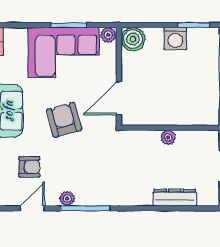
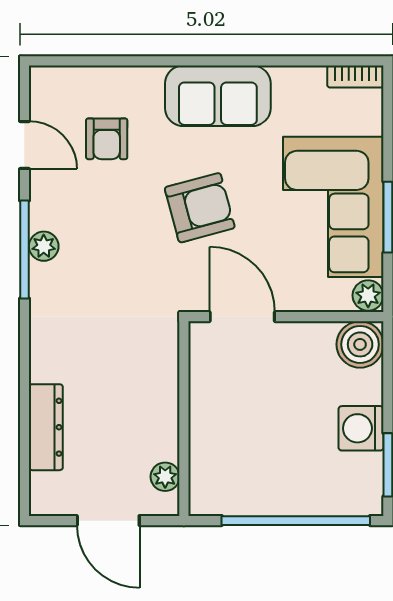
plant: (168, 137) -> (165, 477), moved
plant: (67, 199) -> (44, 246), moved

